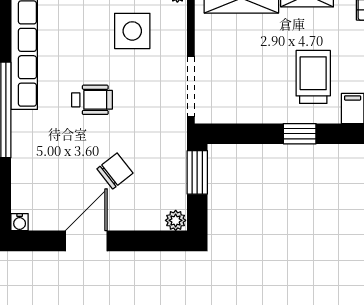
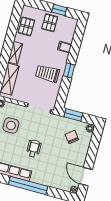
trolley: (313, 77) -> (47, 74), moved
chair: (115, 171) -> (72, 137), moved
door: (86, 241) -> (86, 177), moved

